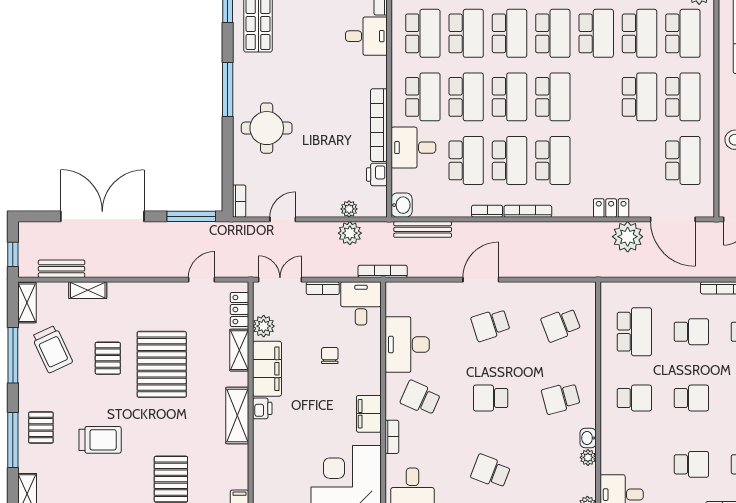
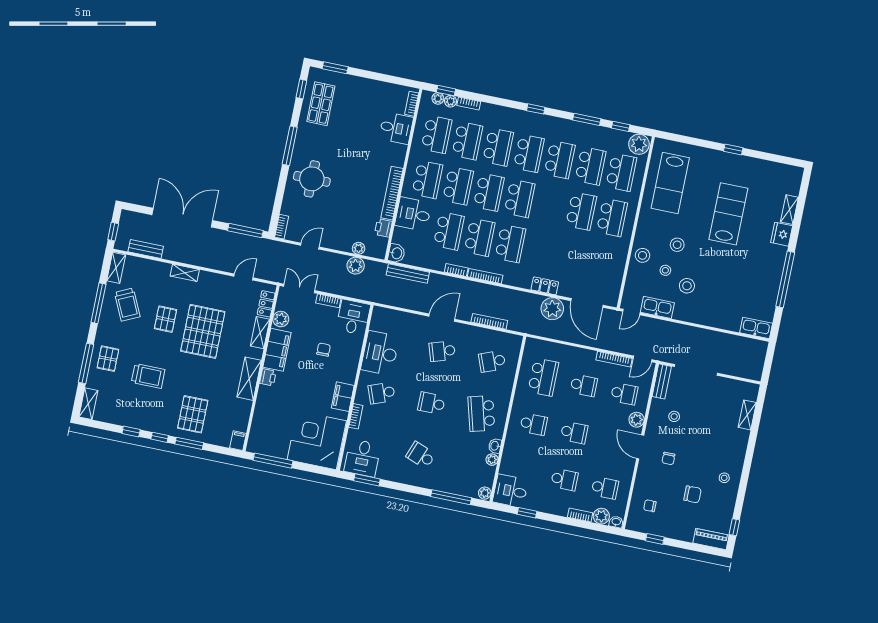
school desk: (683, 160) -> (603, 263), removed
bookcase: (383, 271) -> (489, 321), moved
shelving: (88, 290) -> (185, 273), moved
school desk: (420, 398) -> (382, 393), turned -45
school desk: (561, 398) -> (481, 413), width x1.85

